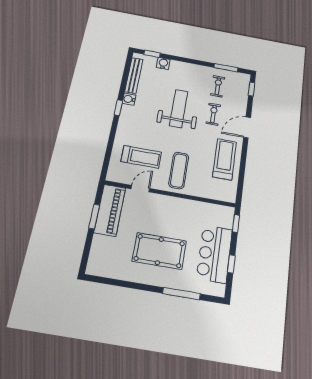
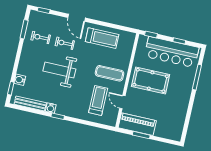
treadmill: (225, 159) -> (102, 38), turned 180
pool table: (159, 251) -> (151, 80), moved, turned 90
bar counter: (215, 254) -> (172, 52), width x1.36

